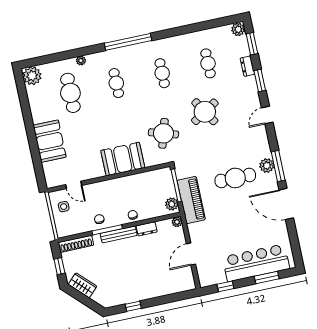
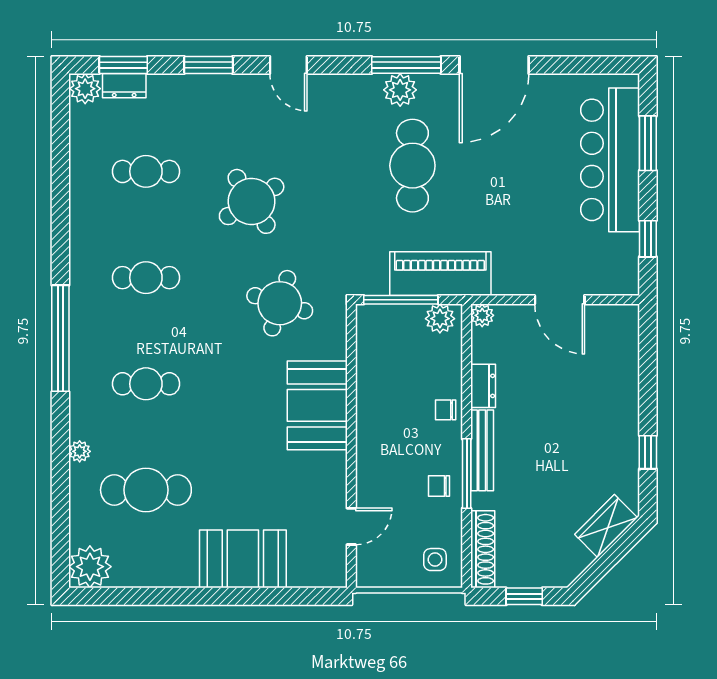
dresser: (247, 66) -> (124, 86), moved
side table: (64, 207) -> (435, 560), moved
wardrobe: (82, 285) -> (606, 526), moved

